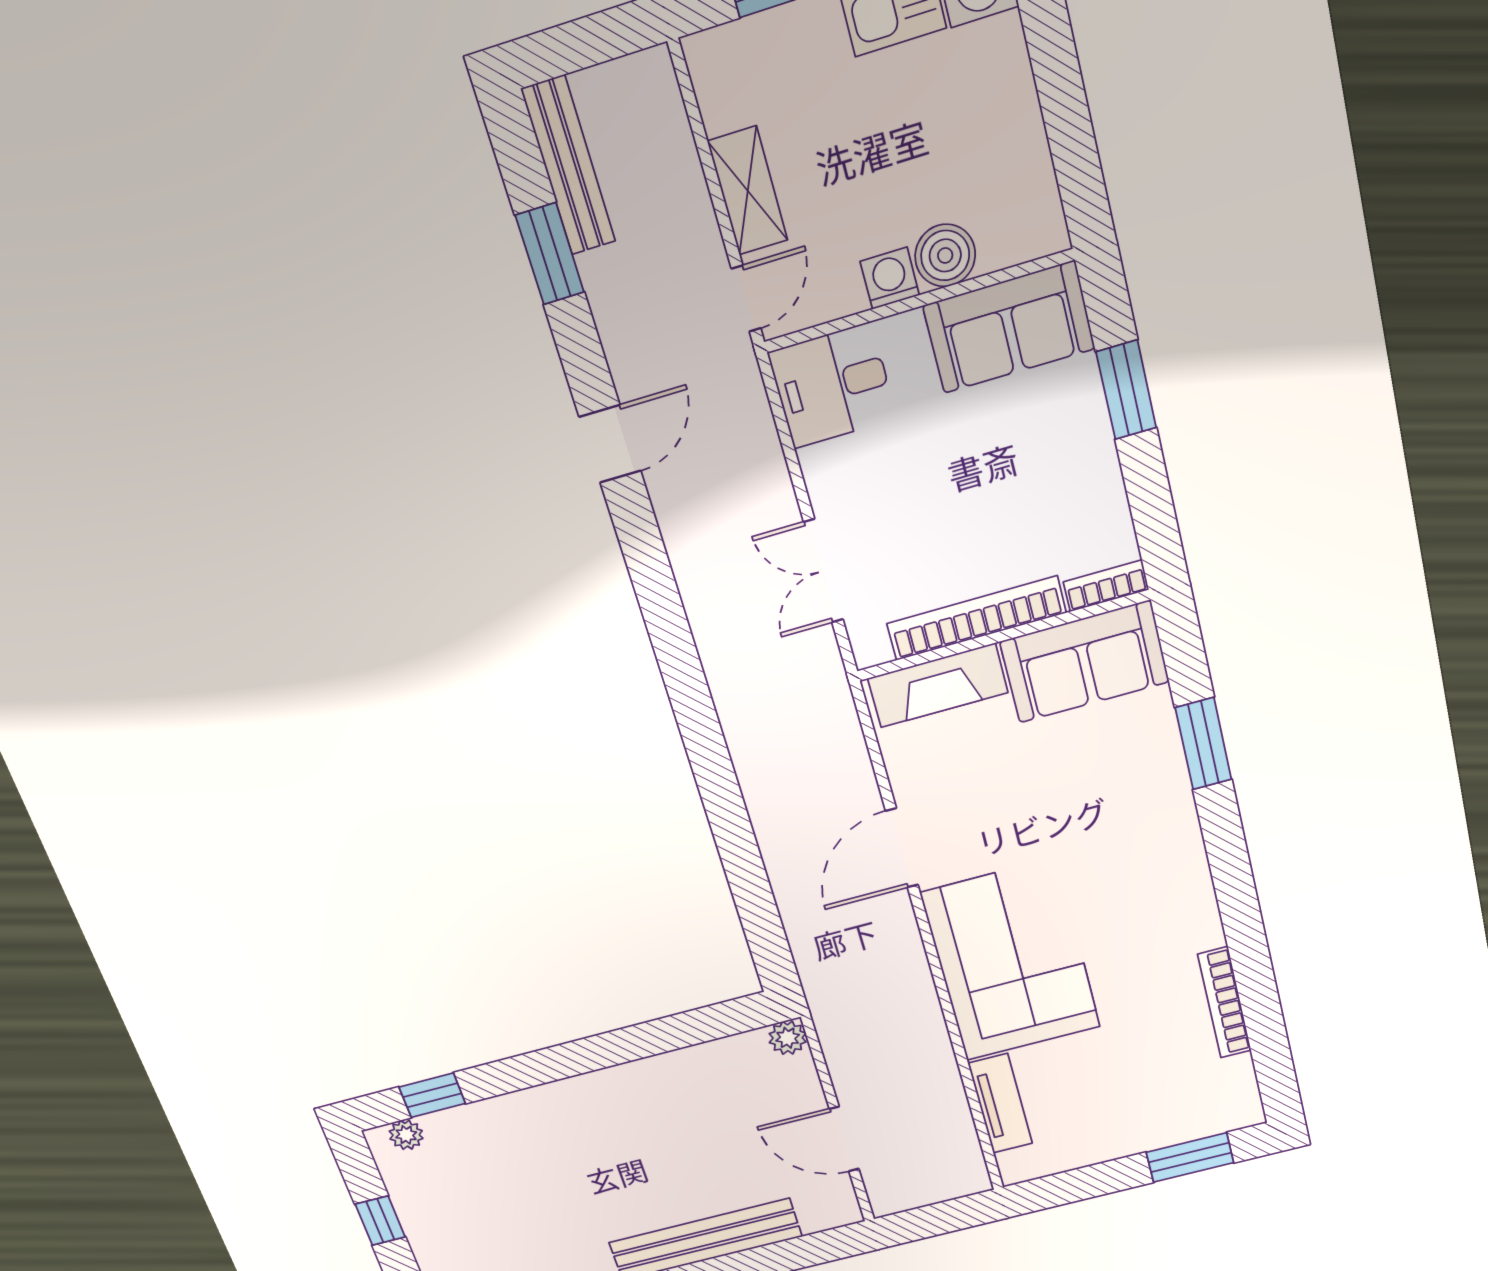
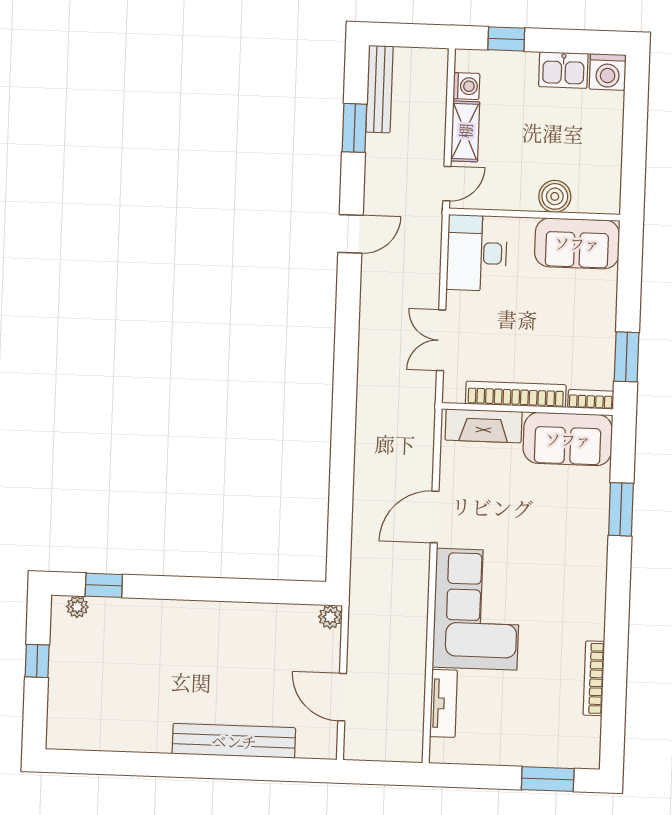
washing machine: (890, 278) -> (466, 86), moved, turned 90
desk: (832, 386) -> (477, 253), width x1.37
window: (1126, 390) -> (627, 357), moved

